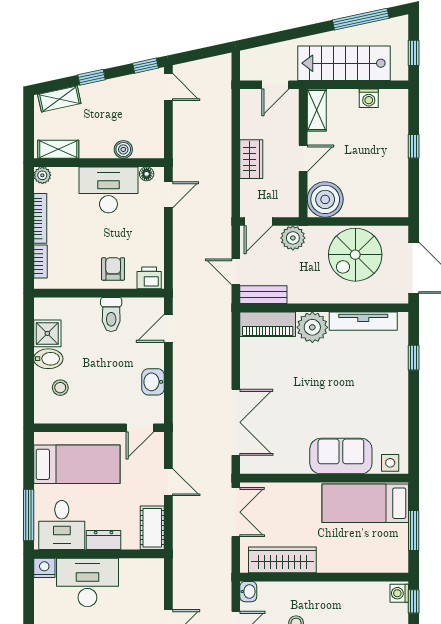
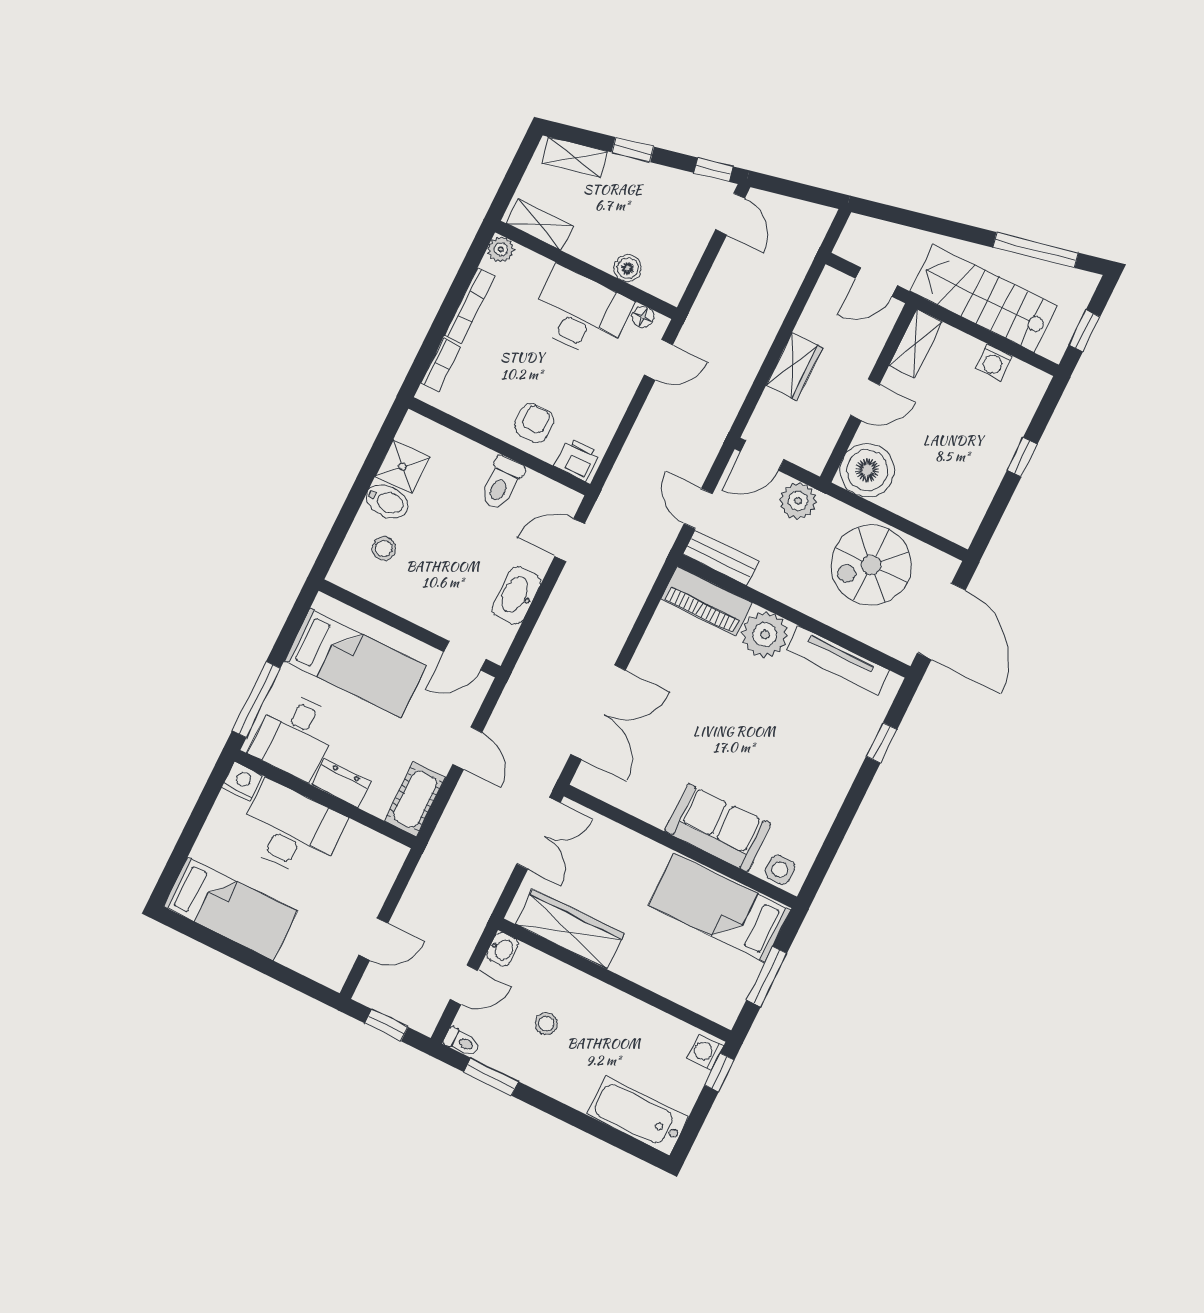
washbasin: (153, 382) -> (517, 595), width x1.38

